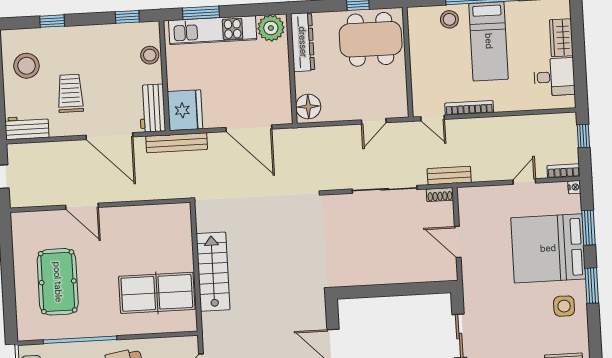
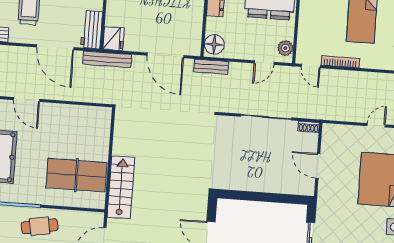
plant: (398, 100) -> (285, 48), added
fridge: (185, 110) -> (114, 39), width x0.73, depth x0.75
bench: (449, 176) -> (211, 67), moved
stairs: (213, 272) -> (121, 187), moved

